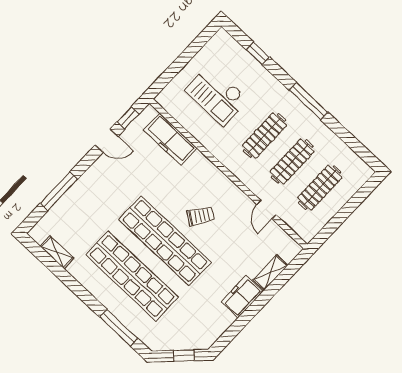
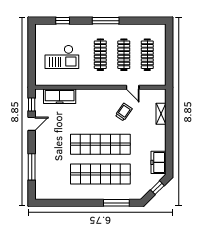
trolley: (200, 216) -> (124, 112), moved
shelving: (57, 252) -> (57, 195), removed
freezer: (242, 297) -> (159, 162), moved

